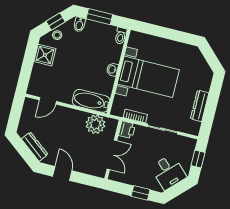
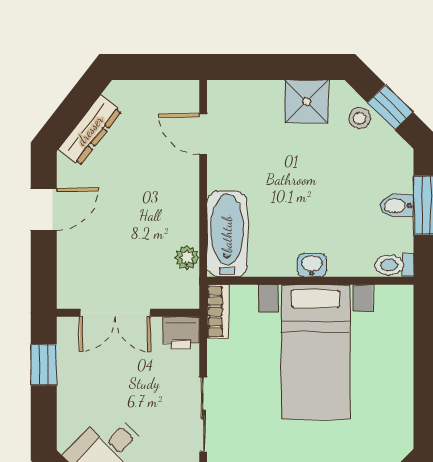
bidet: (79, 24) -> (397, 206), moved
bookcase: (135, 116) -> (218, 312), moved
plant: (95, 124) -> (187, 257), width x0.53, depth x0.53
window: (141, 193) -> (44, 365), moved

